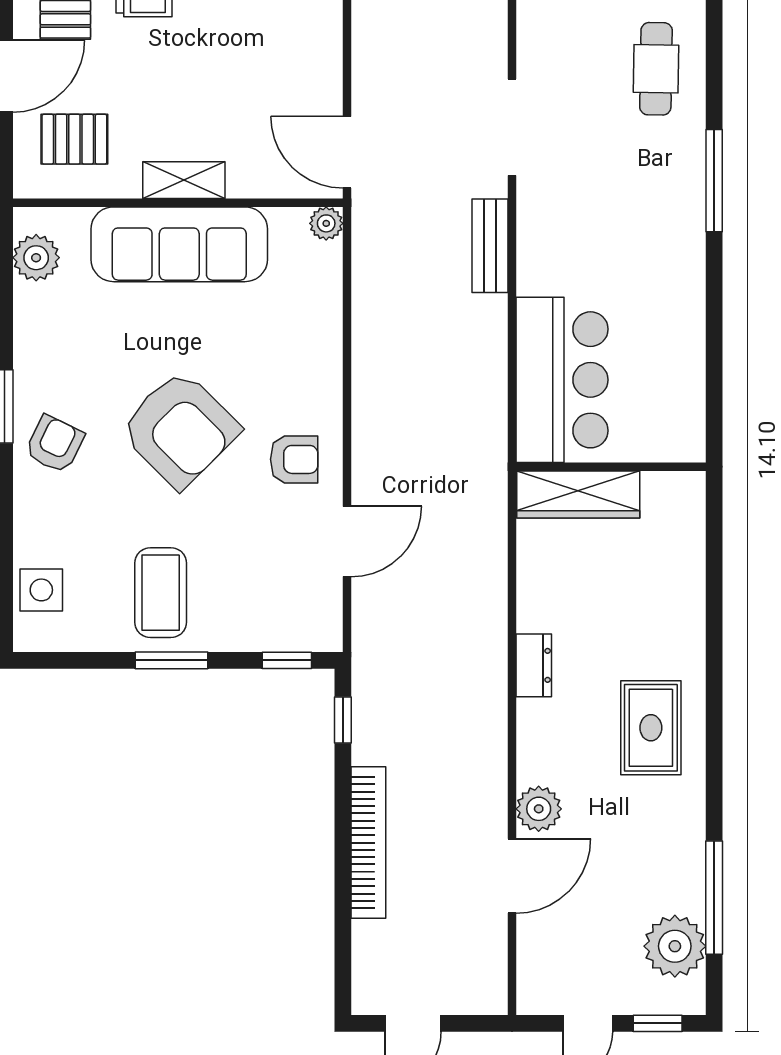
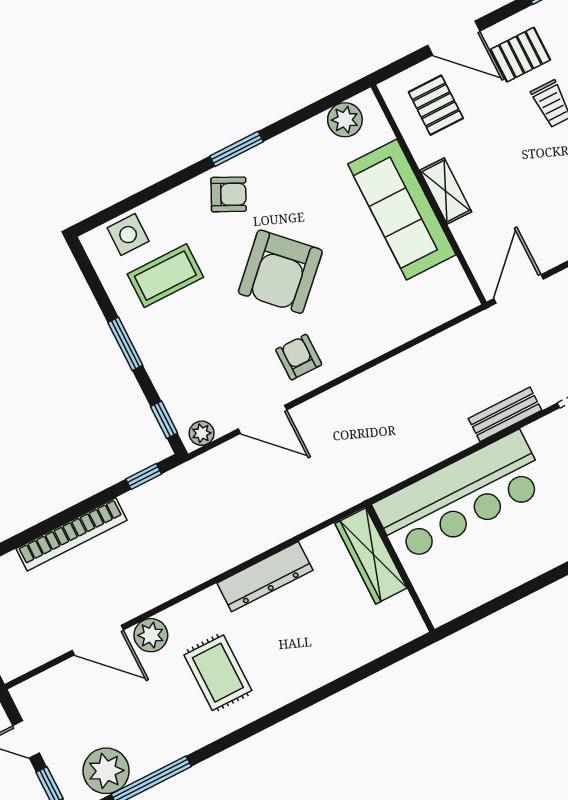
plant: (326, 223) -> (202, 433), moved
bar counter: (562, 380) -> (461, 497), width x1.36
armchair: (294, 459) -> (299, 357), turned 180
coffee table: (161, 593) -> (165, 276), moved
dresser: (534, 665) -> (265, 577), width x1.96, depth x1.24
rug: (651, 728) -> (218, 673), moved, turned 90

